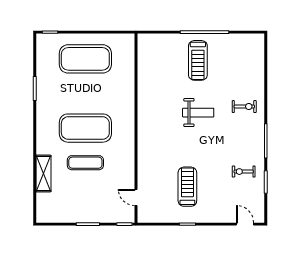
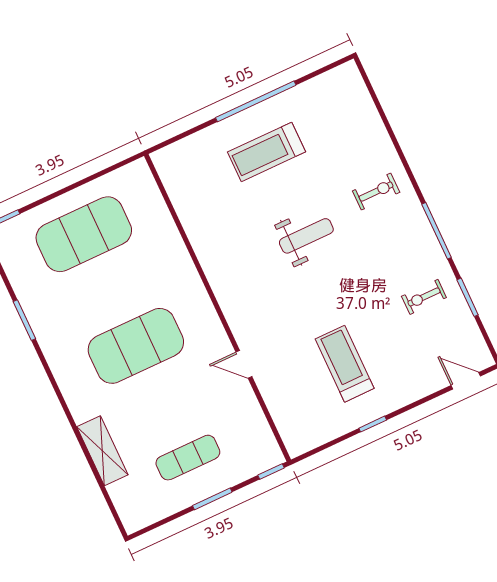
treadmill: (198, 60) -> (267, 152), turned 90
exercise mat: (85, 163) -> (188, 458), moved
door: (136, 197) -> (244, 364), moved

